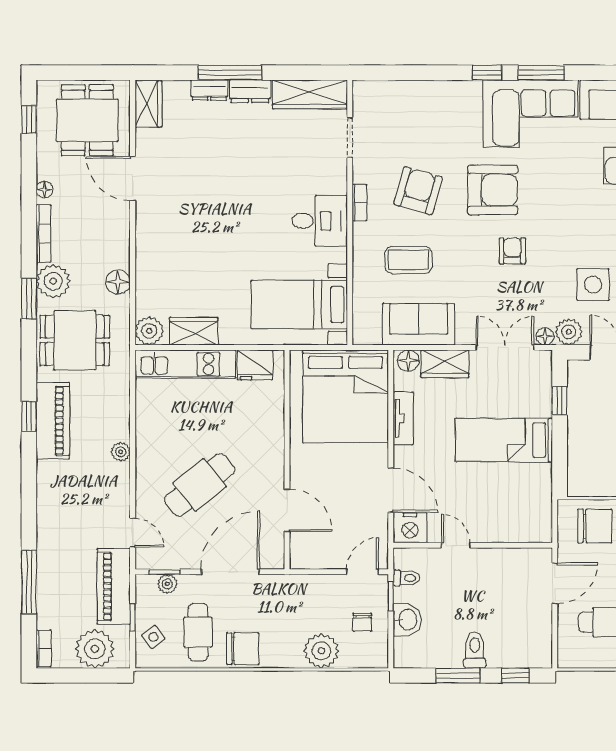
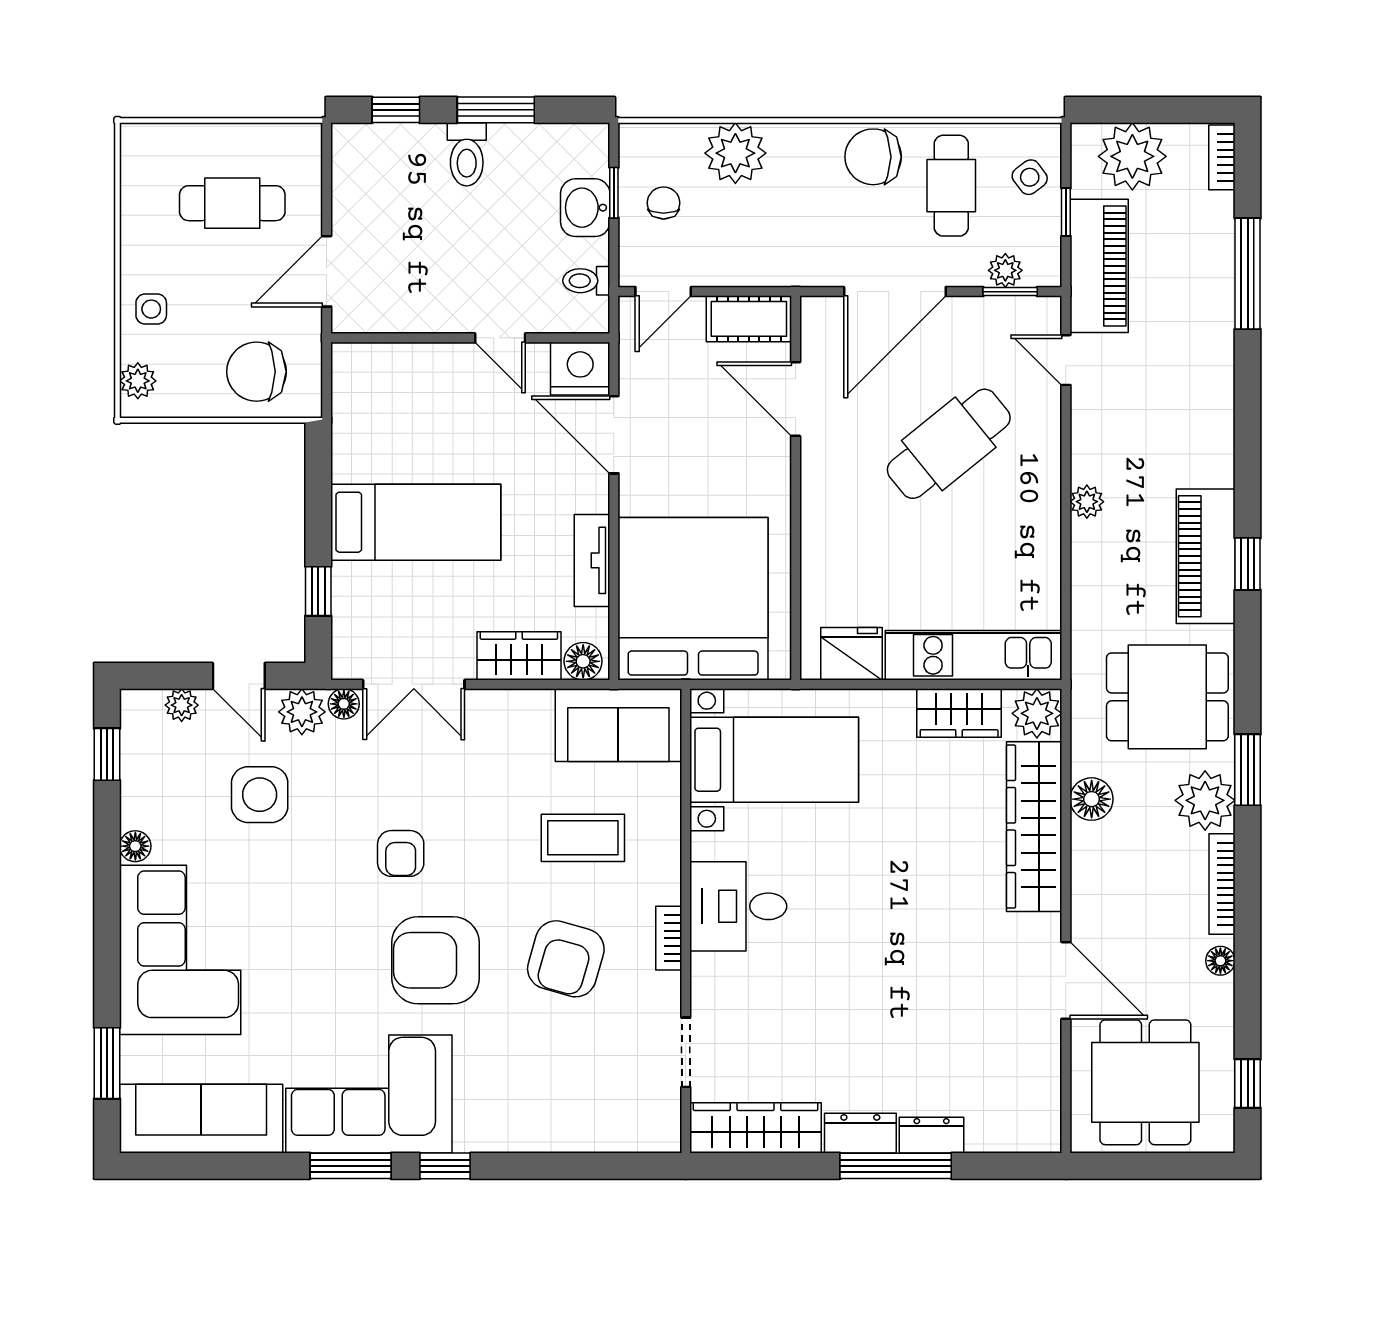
wardrobe: (148, 104) -> (1034, 827), moved, width x2.10, depth x1.17
sofa: (419, 324) -> (618, 725), moved
cot: (314, 556) -> (749, 319), added
window: (391, 596) -> (614, 193), moved

